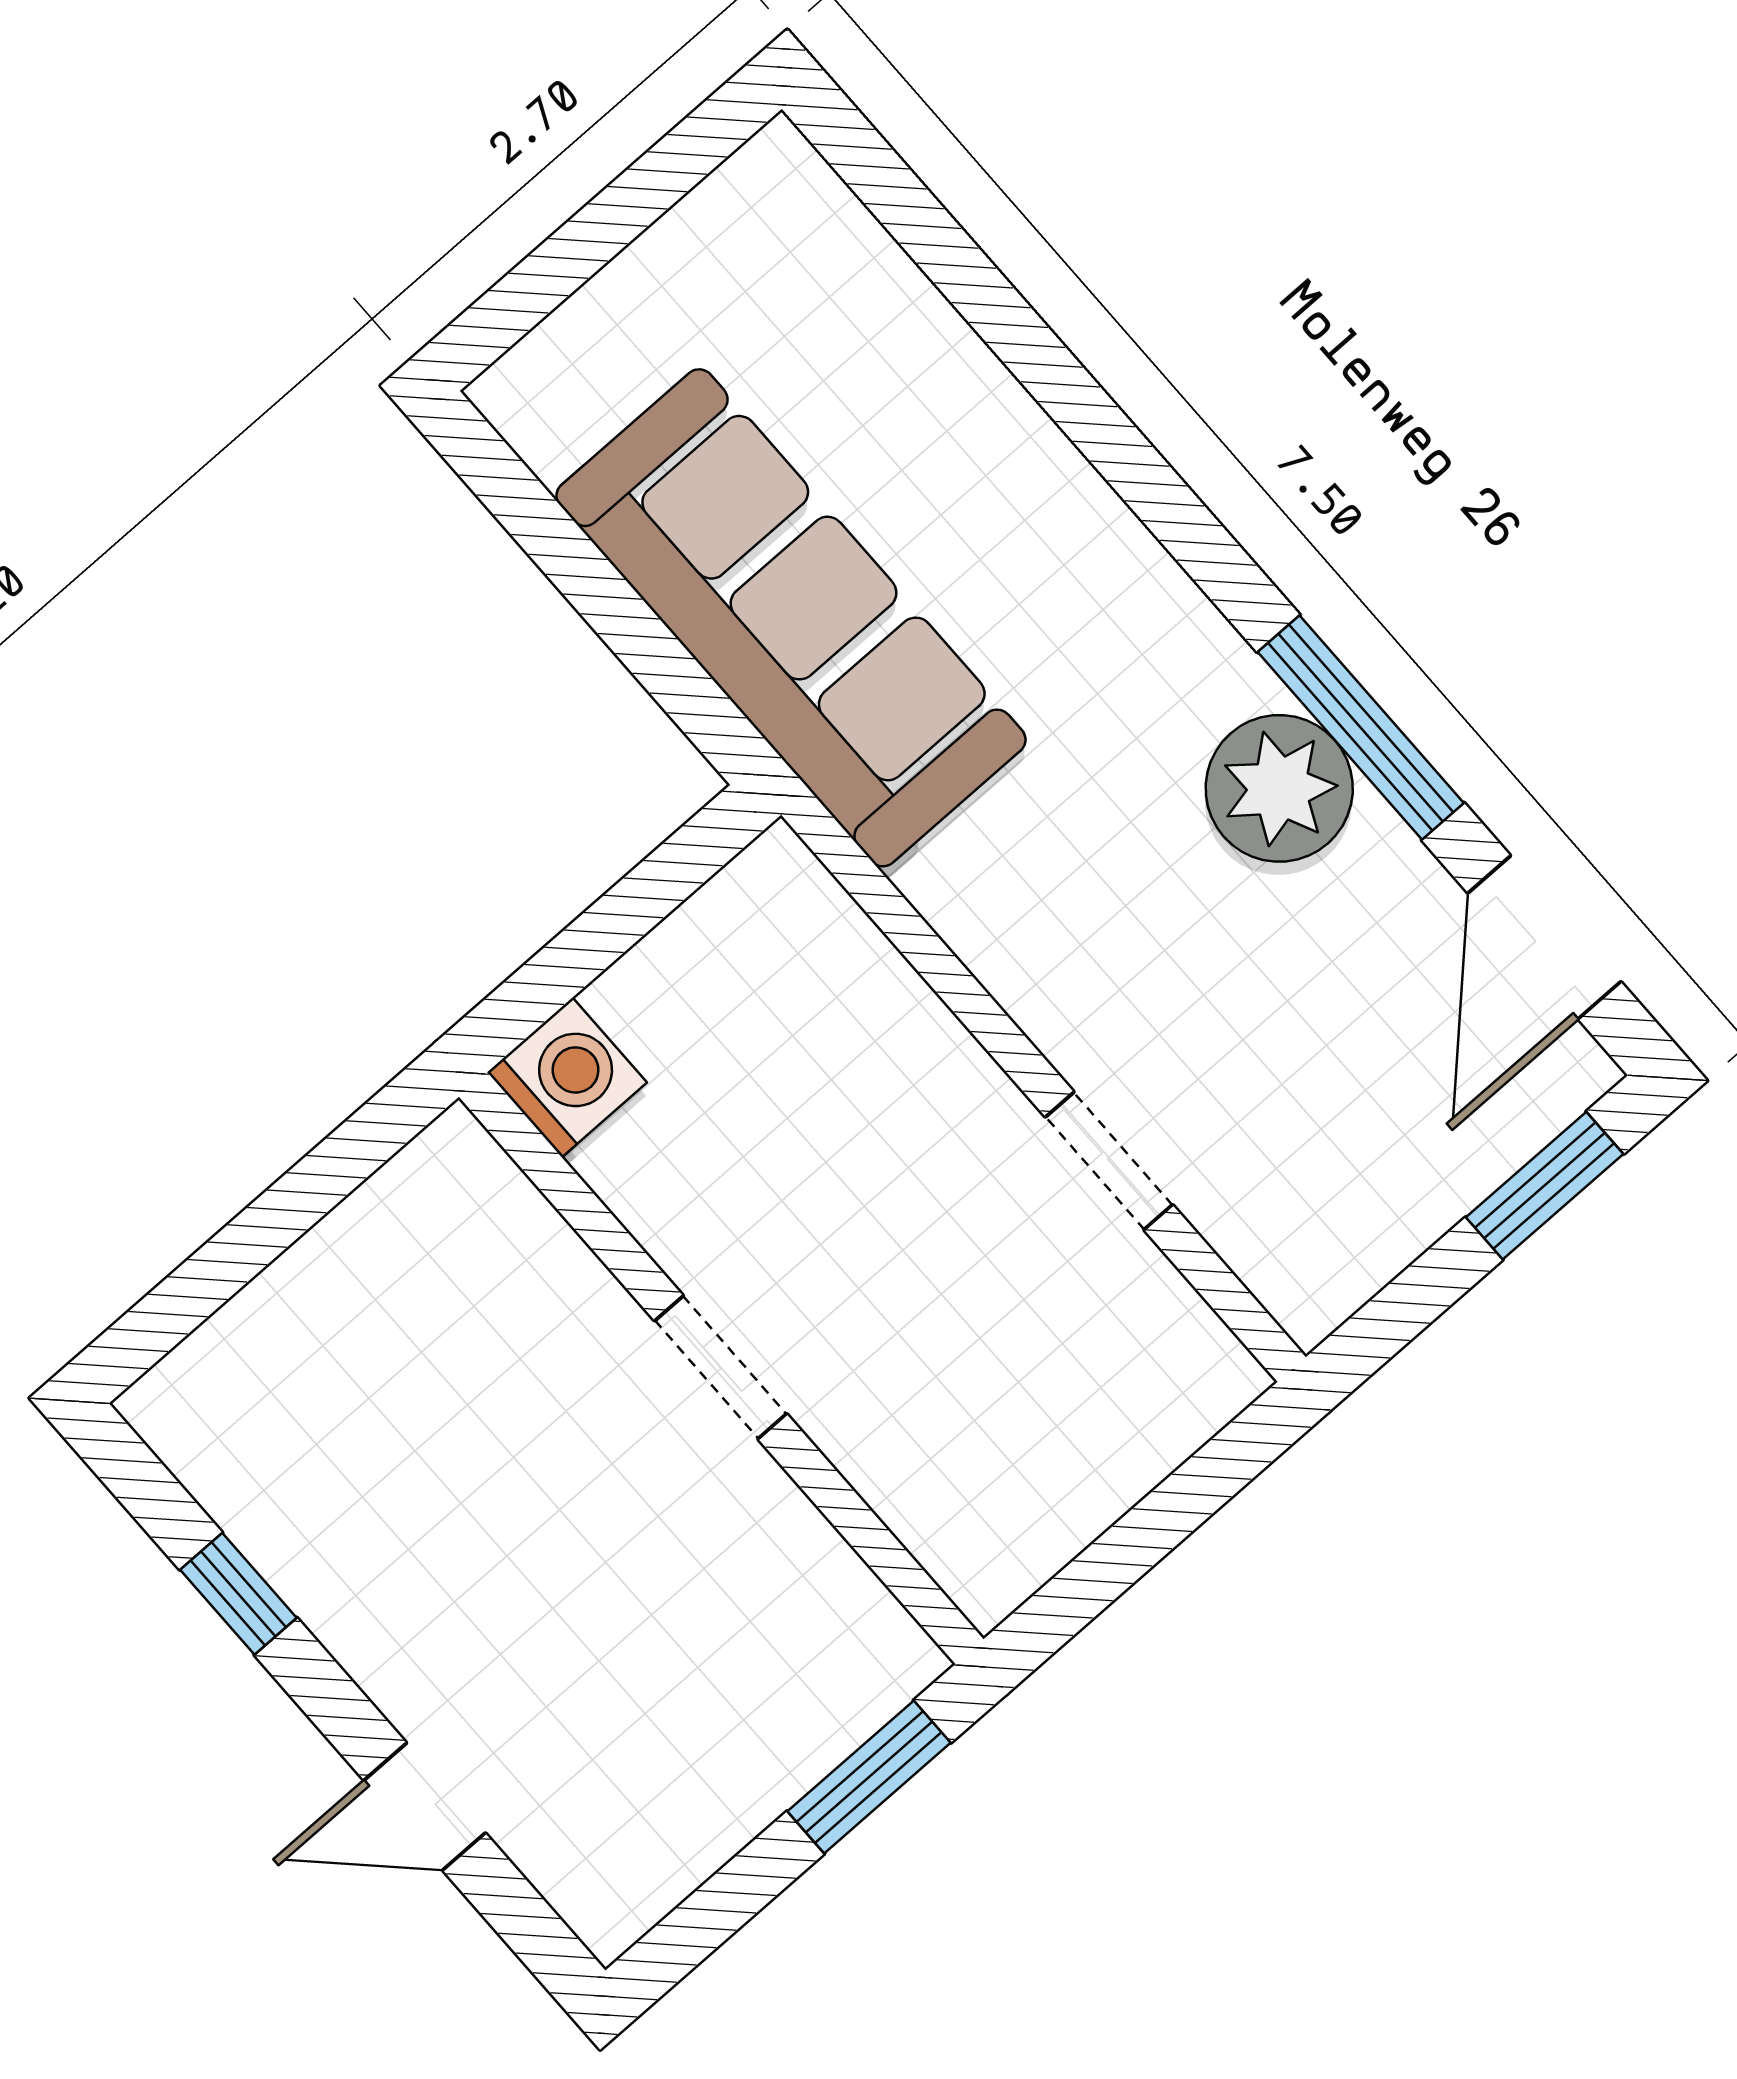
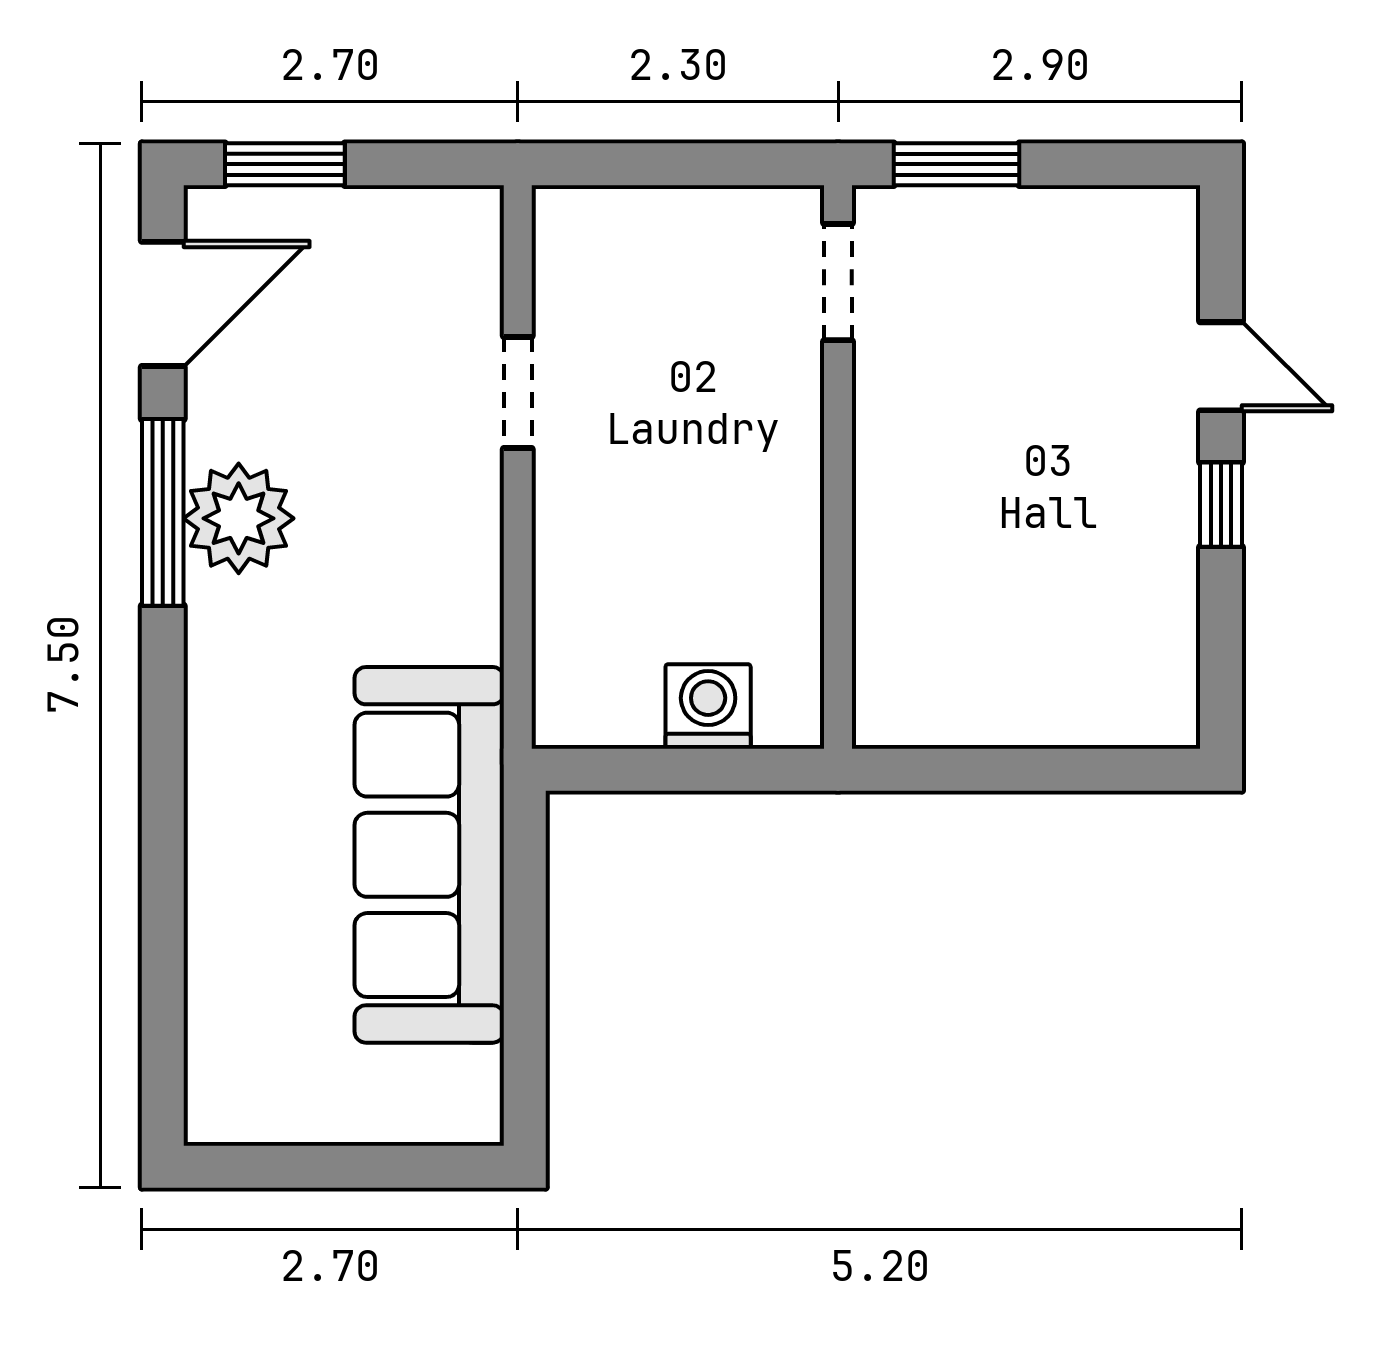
washing machine: (567, 1077) -> (708, 707), moved, turned 90
doorway: (721, 1367) -> (838, 282), moved
window: (238, 1594) -> (1221, 505), moved

